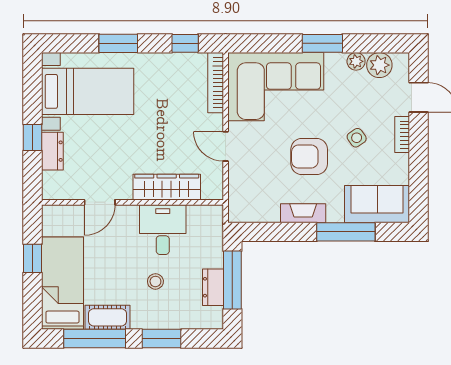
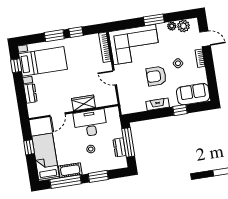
window: (185, 43) -> (76, 32), moved
window: (33, 137) -> (16, 66), moved
wardrobe: (167, 187) -> (84, 103), width x0.67
desk: (163, 230) -> (90, 123), width x1.37
window: (346, 232) -> (180, 110), width x0.46

